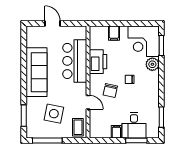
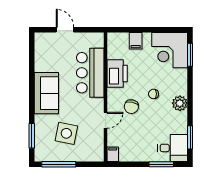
plant: (152, 64) -> (180, 103), moved
sofa: (36, 72) -> (46, 93), width x0.73
door: (88, 102) -> (106, 120), hinge flipped
desk: (134, 125) -> (173, 148), moved, turned -90
coffee table: (78, 127) -> (94, 149), removed
filing cabinet: (116, 132) -> (113, 154), moved

